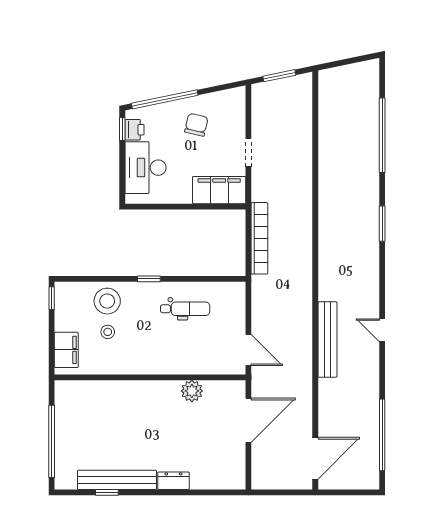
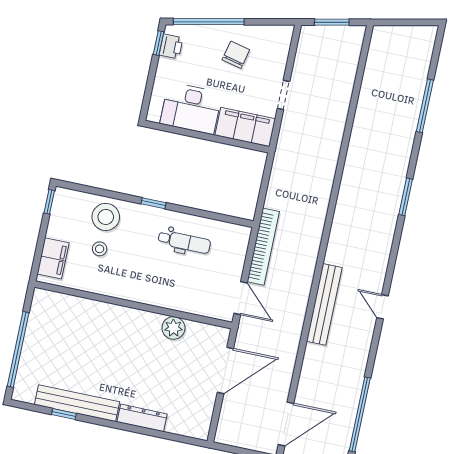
window: (382, 135) -> (425, 106), width x0.68
desk: (145, 168) -> (191, 108), moved, turned -90
bookcase: (259, 238) -> (263, 247), moved
dresser: (173, 481) -> (142, 418), width x1.44

